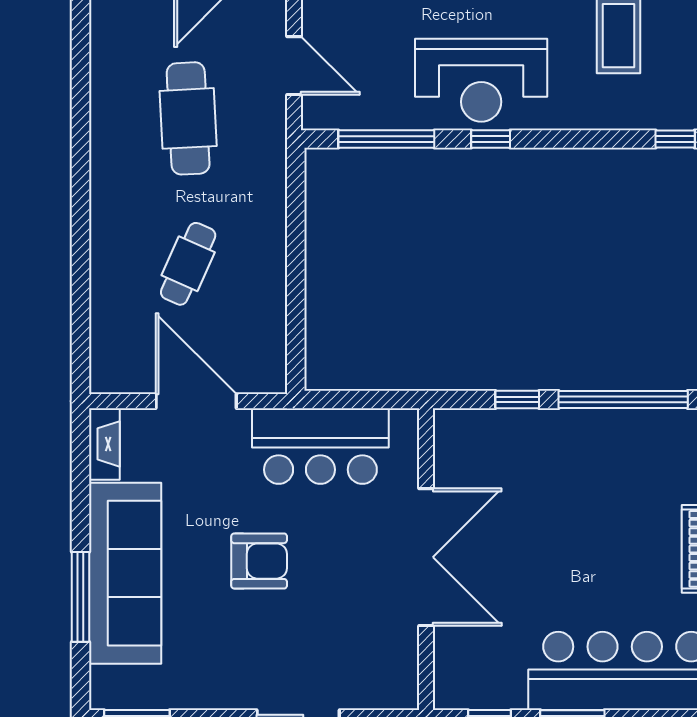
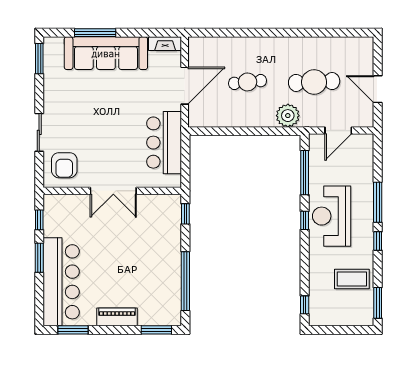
plant: (262, 176) -> (288, 116), added
cafe table: (188, 264) -> (248, 82), turned -30
window: (517, 399) -> (185, 214), moved
double door: (426, 557) -> (113, 191), width x0.73
armchair: (259, 561) -> (64, 165), moved

